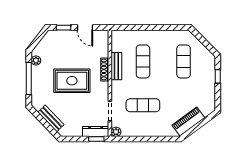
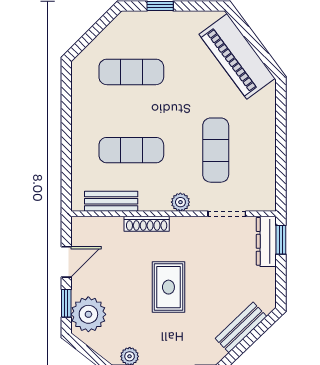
plant: (58, 39) -> (88, 314), added
bench: (116, 66) -> (111, 201), moved
rug: (72, 81) -> (168, 287), width x0.73, depth x0.70
piano: (188, 121) -> (237, 56), width x1.37, depth x1.33
plant: (116, 132) -> (180, 202), moved

